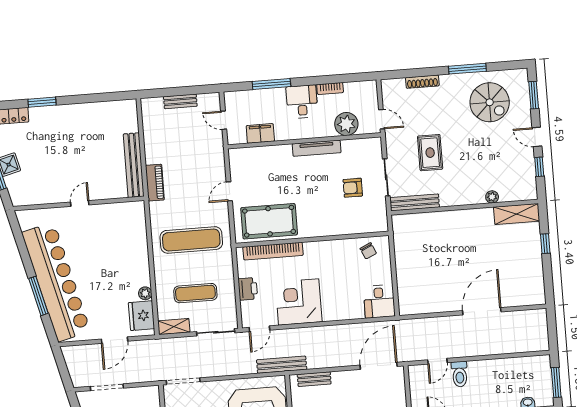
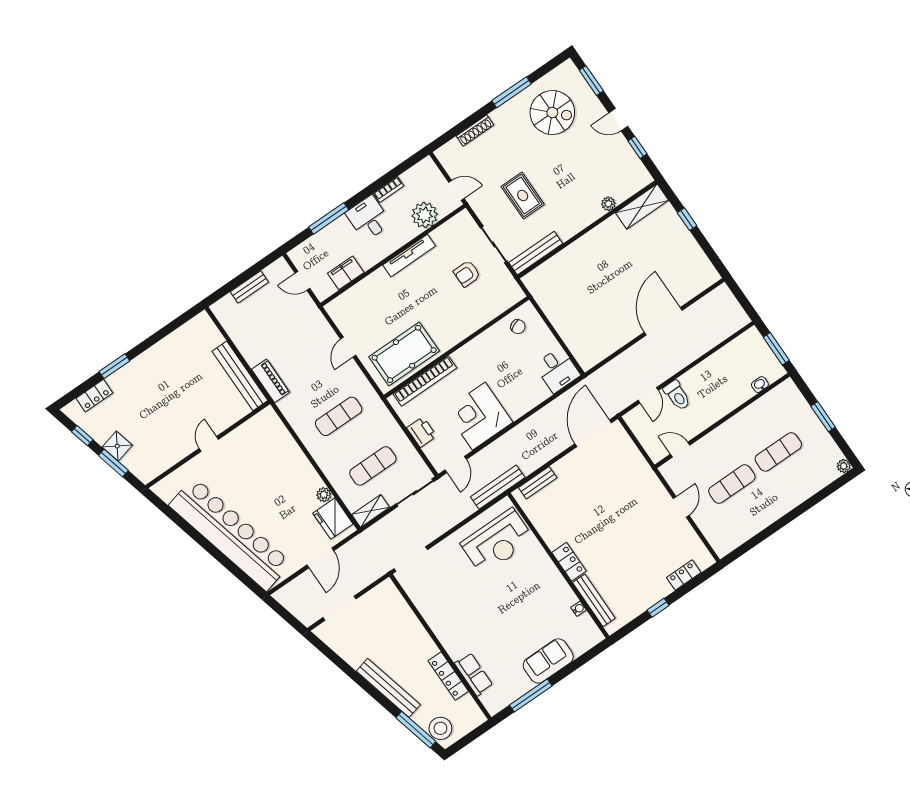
exercise mat: (191, 240) -> (339, 416), width x0.73, depth x0.69
window: (38, 296) -> (221, 558), removed

